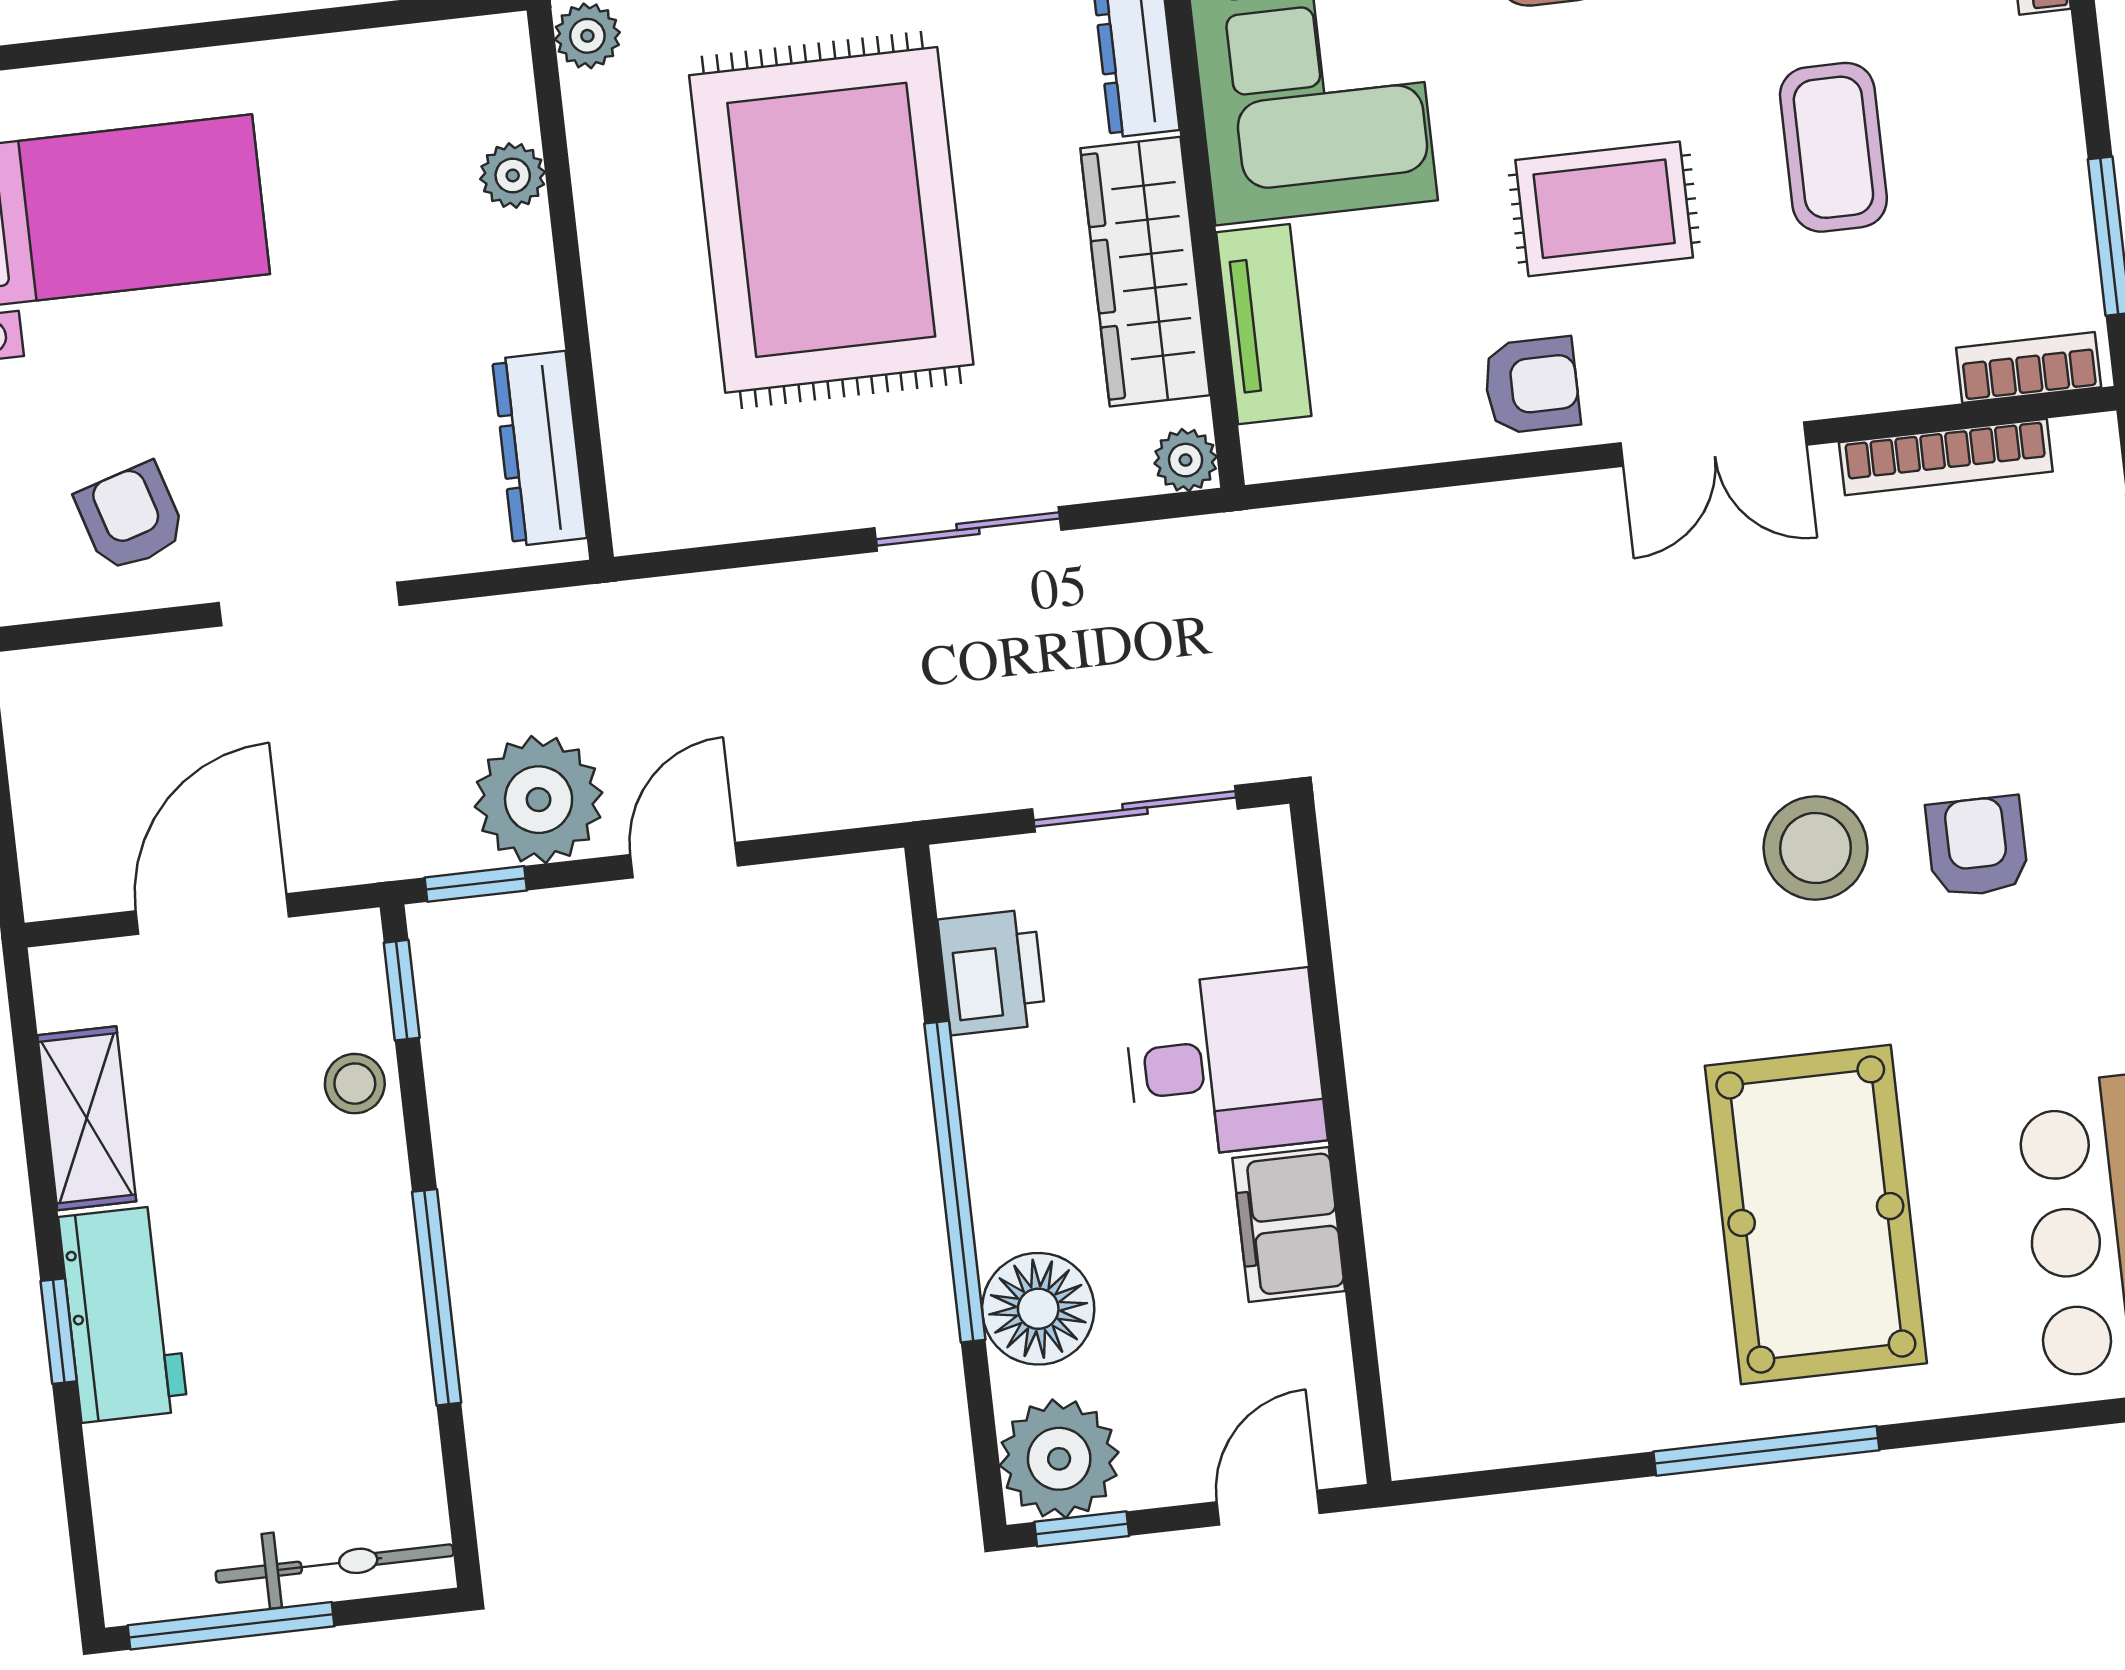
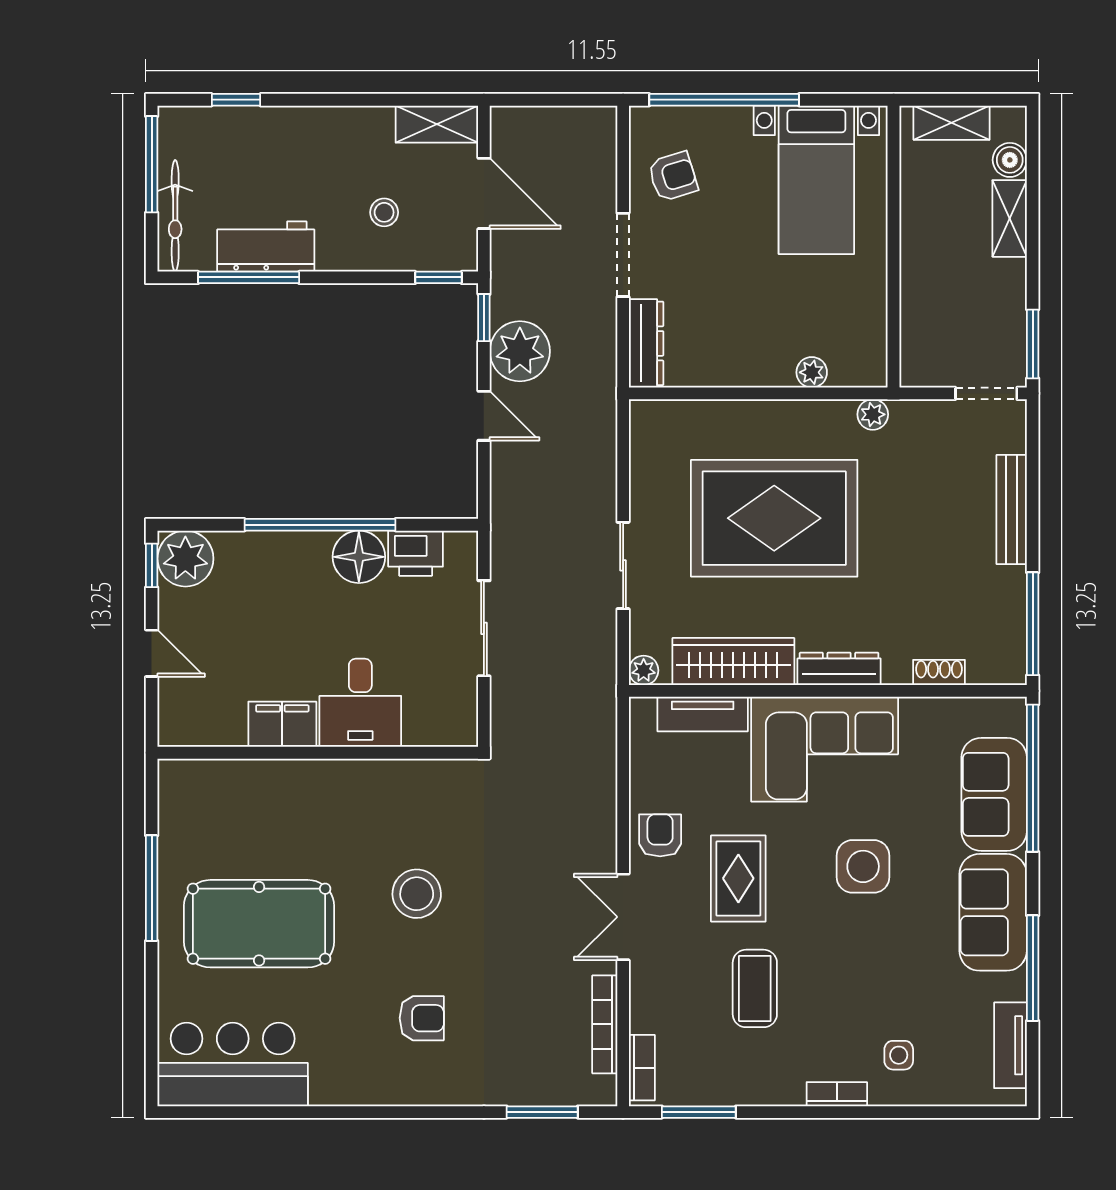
coffee table: (1833, 147) -> (755, 988), turned 90
armchair: (1532, 385) -> (660, 835), turned 180
dresser: (539, 449) -> (646, 343), moved, turned 90
stool: (1816, 848) -> (417, 894), moved
desk: (1225, 1064) -> (360, 703), moved
stool: (355, 1084) -> (384, 212), moved
shelving: (87, 1118) -> (437, 124), moved
wall: (1341, 1142) -> (318, 753), moved
filing cabinet: (1289, 1225) -> (282, 724), moved
window: (437, 1297) -> (249, 277), moved
floor lamp: (1038, 1309) -> (359, 557), moved
workbench: (123, 1314) -> (266, 247), moved, turned 180
window: (59, 1331) -> (236, 100), moved

